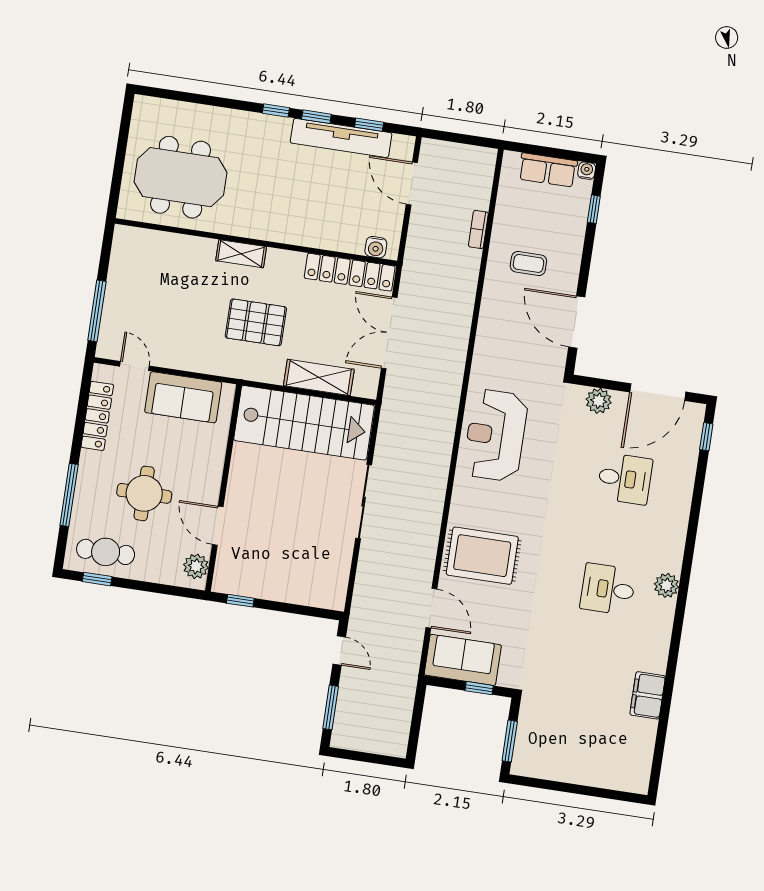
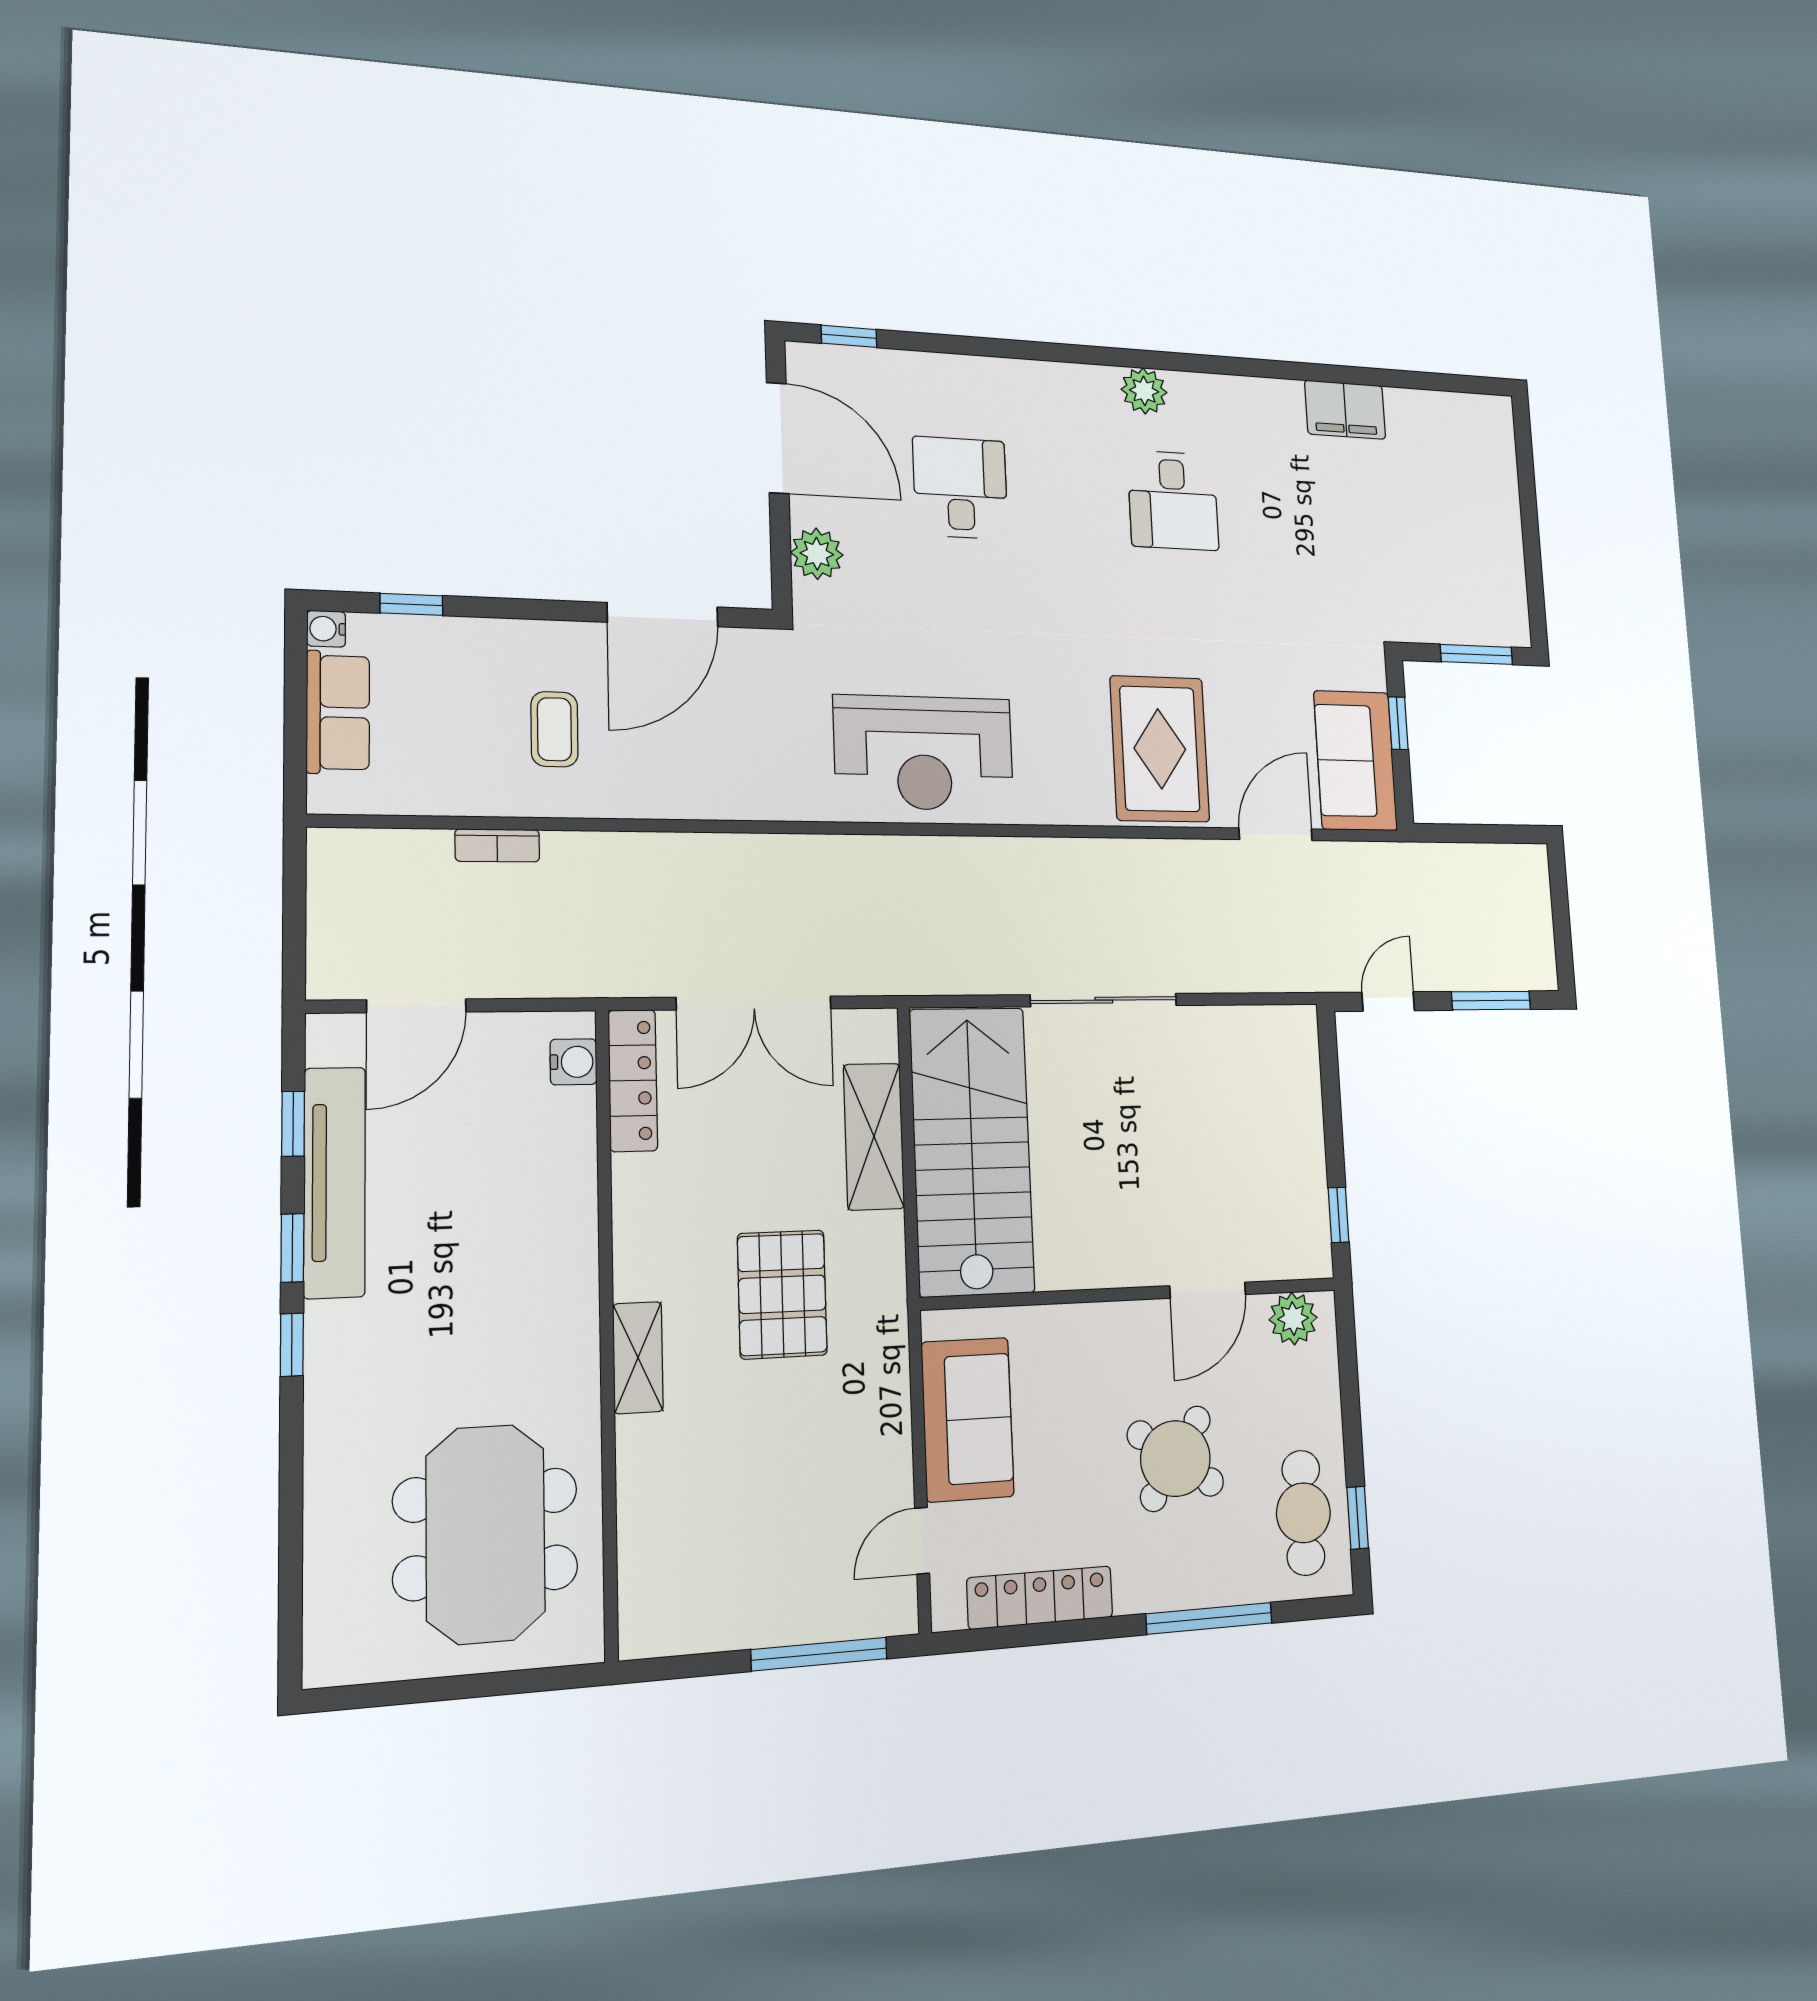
locker: (350, 272) -> (633, 1080), width x0.71, depth x0.83
round table: (144, 493) -> (1175, 1459), turned 35

